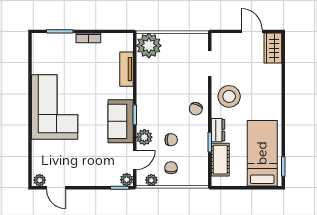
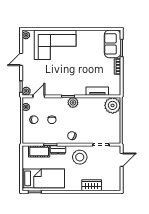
door: (252, 31) -> (122, 160), moved
wardrobe: (273, 48) -> (92, 185), moved
corner sofa: (55, 107) -> (55, 45), moved
sofa: (121, 121) -> (113, 44), moved, turned -90
plant: (144, 137) -> (73, 103), moved
door: (135, 160) -> (39, 96), swing flipped
door: (56, 188) -> (21, 59), moved

